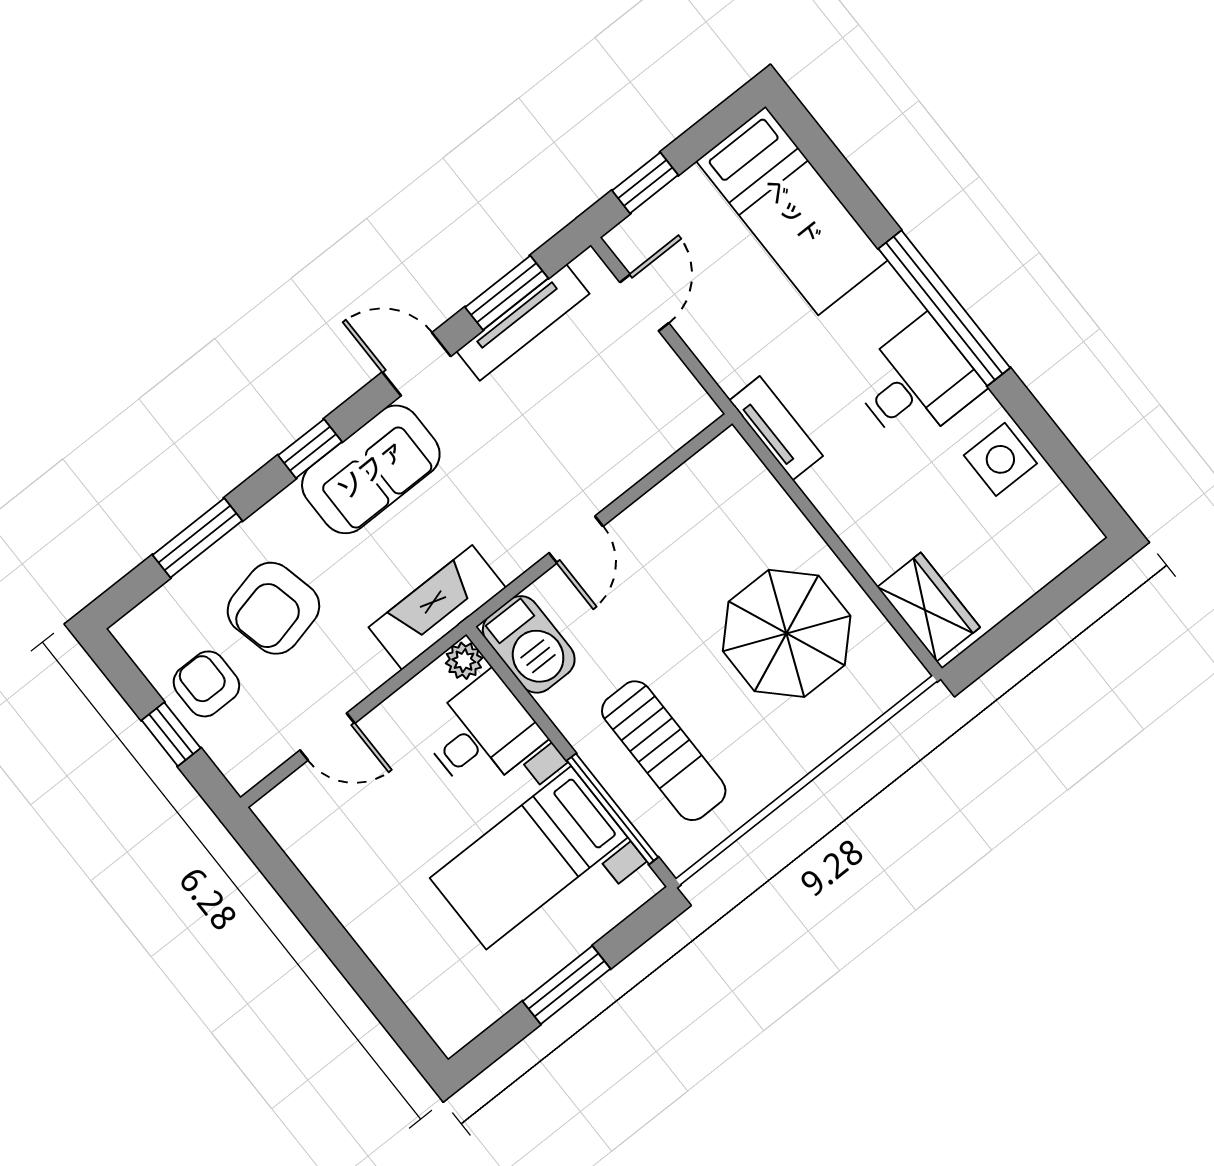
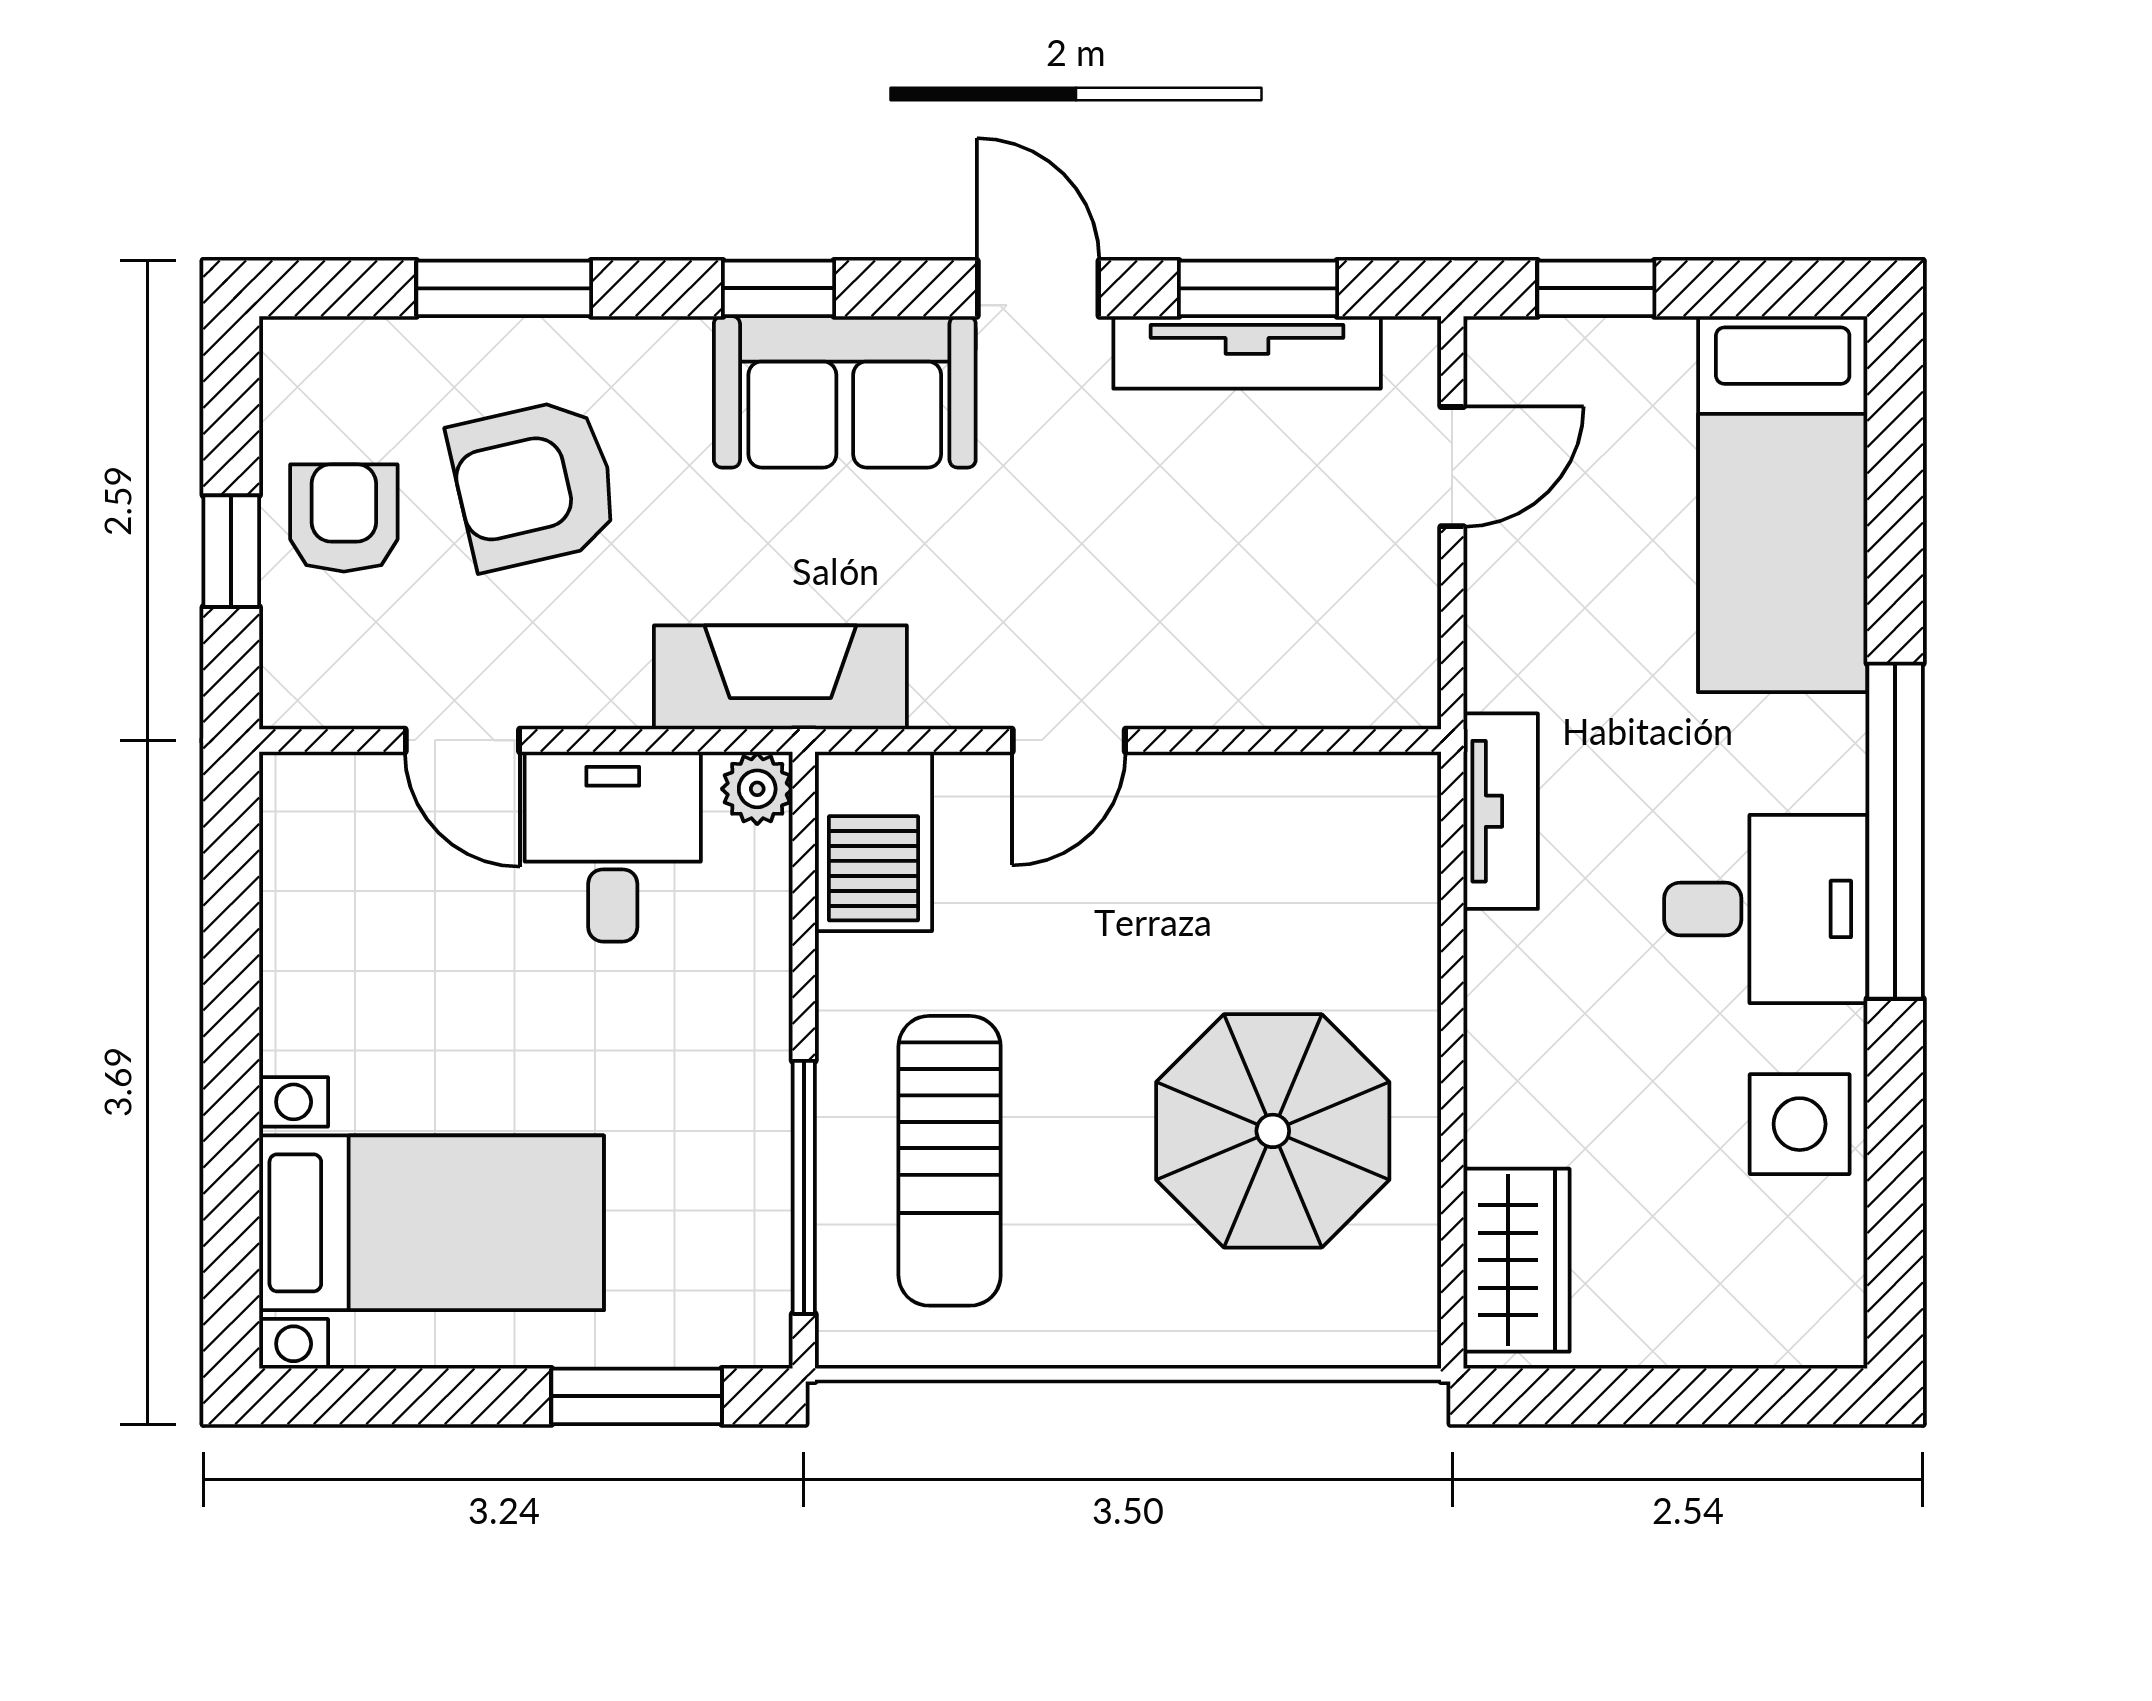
desk: (482, 734) -> (613, 847), moved, turned -90
bed with nightstands: (529, 858) -> (431, 1223), moved, turned 180
window: (566, 985) -> (637, 1396), moved

